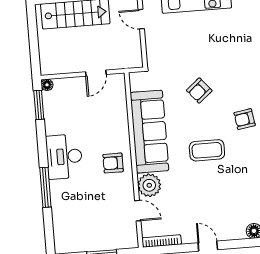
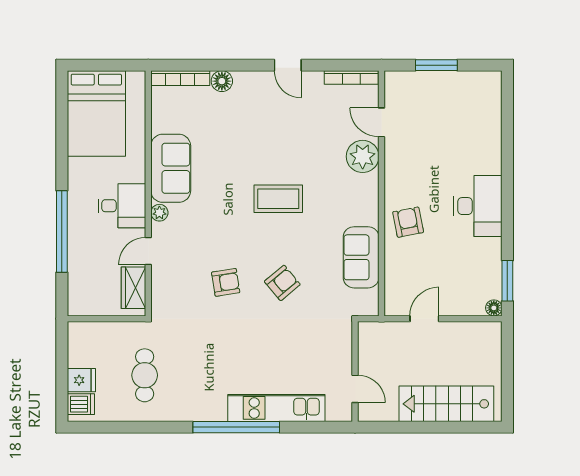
armchair: (245, 119) -> (226, 282), moved
sofa: (149, 132) -> (361, 257), width x0.54, depth x0.79
armchair: (113, 163) -> (408, 222), moved, turned -101
window: (45, 187) -> (507, 165), removed

